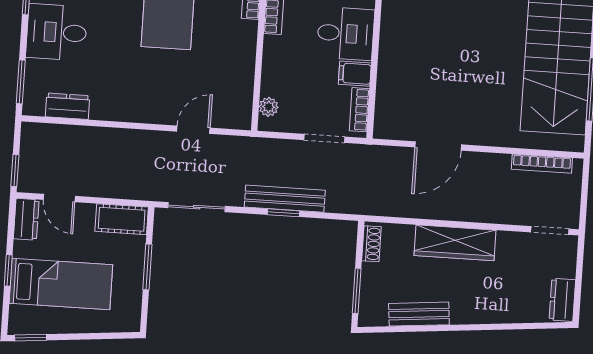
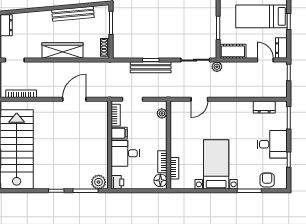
plant: (155, 191) -> (217, 67), added
bench: (419, 314) -> (73, 14), width x1.36

